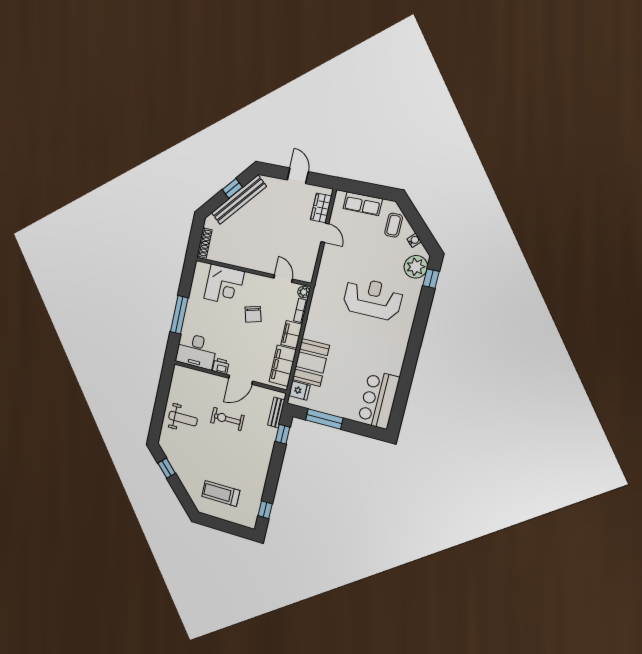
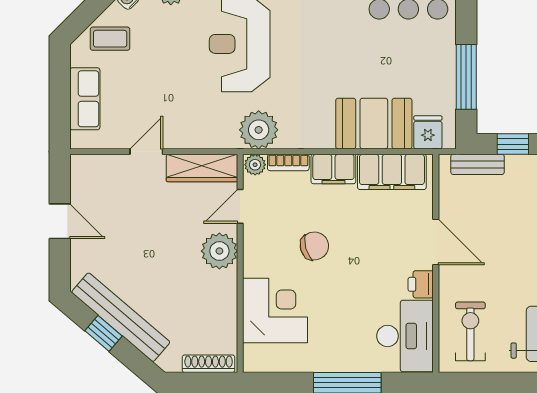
door: (298, 176) -> (60, 221), swing flipped
wardrobe: (321, 208) -> (202, 168), moved, width x1.50
plant: (262, 262) -> (219, 251), added
plant: (322, 298) -> (259, 130), added
exercise bike: (227, 419) -> (470, 331), moved, turned 180

